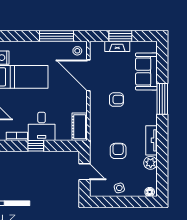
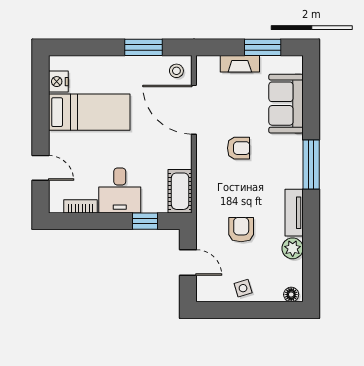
window: (57, 36) -> (144, 47), width x0.69
window: (120, 36) -> (263, 47), moved
window: (162, 99) -> (311, 164), moved
window: (36, 146) -> (145, 221), moved

